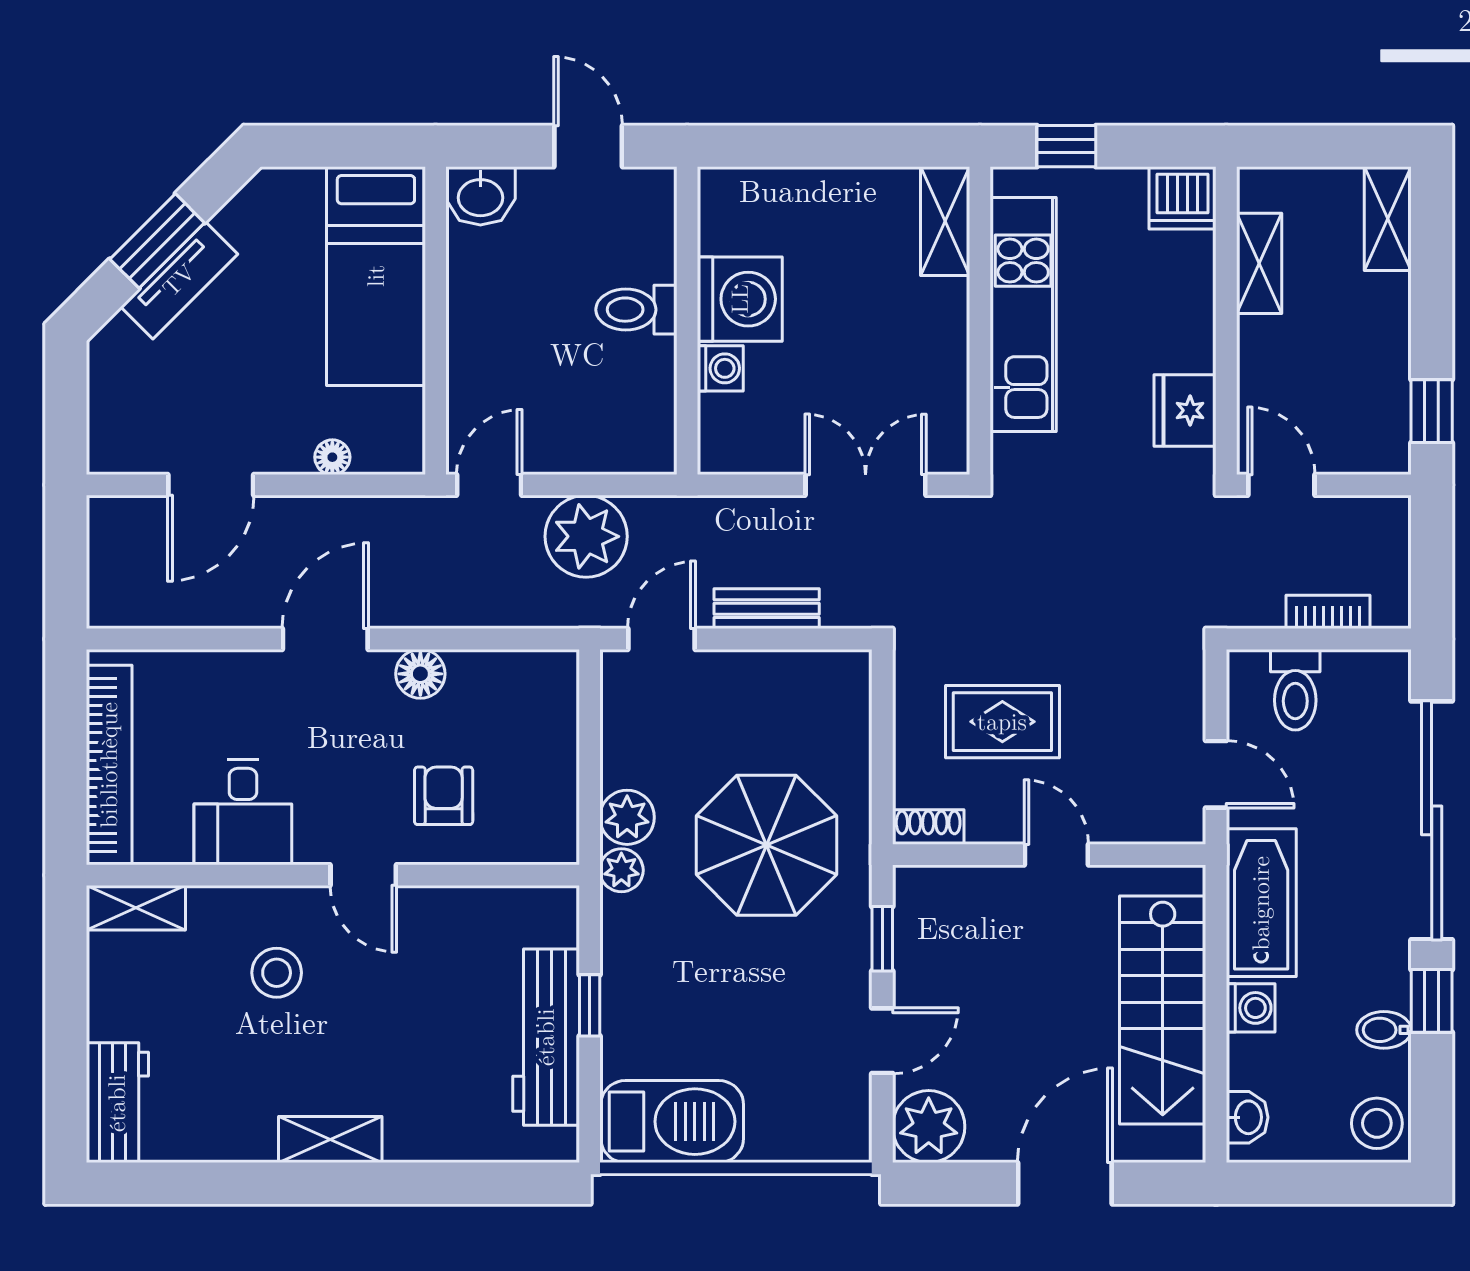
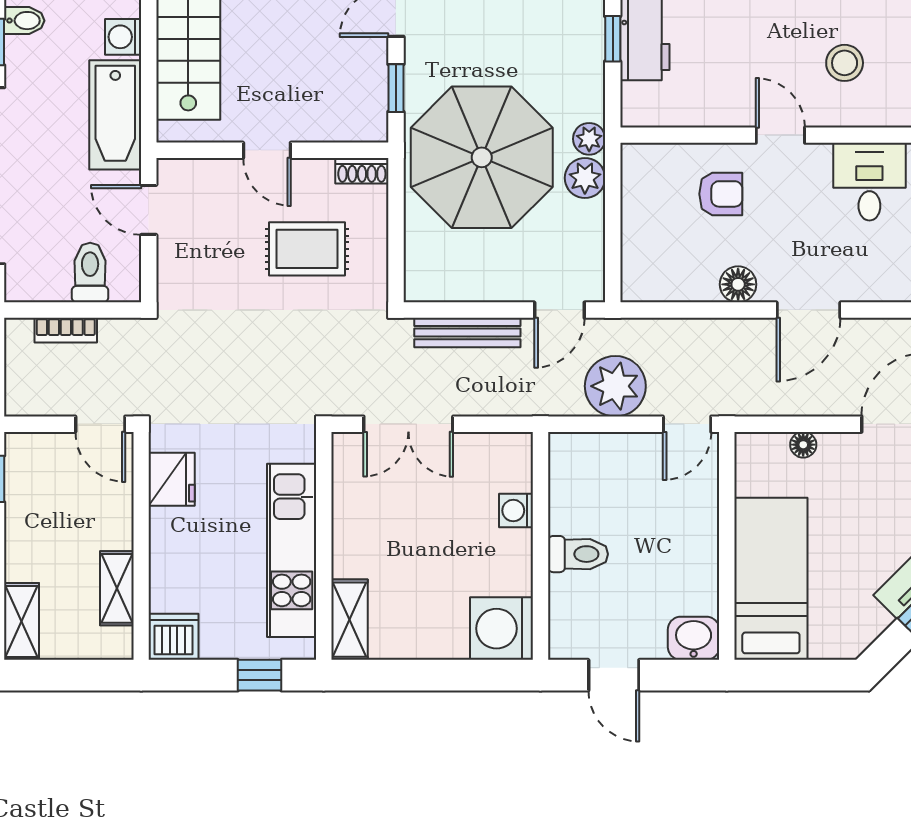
washing machine: (740, 299) -> (501, 629), moved
bench: (767, 609) -> (467, 333), width x1.36
armchair: (444, 796) -> (721, 194), turned -90
parasol: (766, 845) -> (482, 157), width x1.36, depth x1.36

